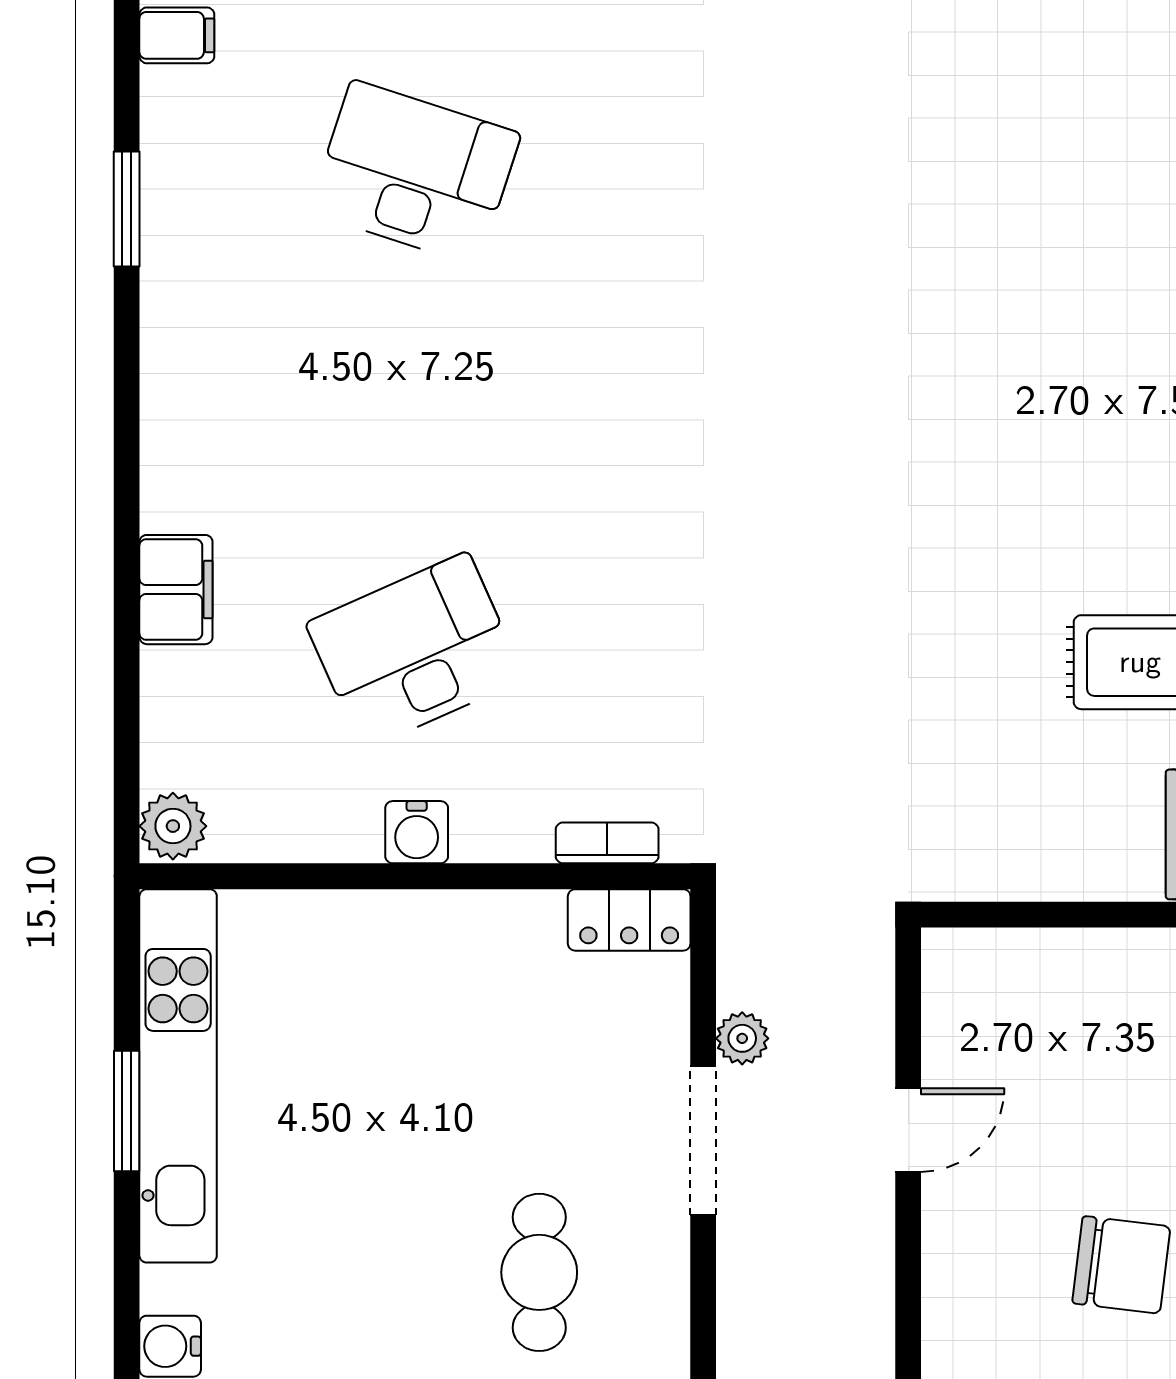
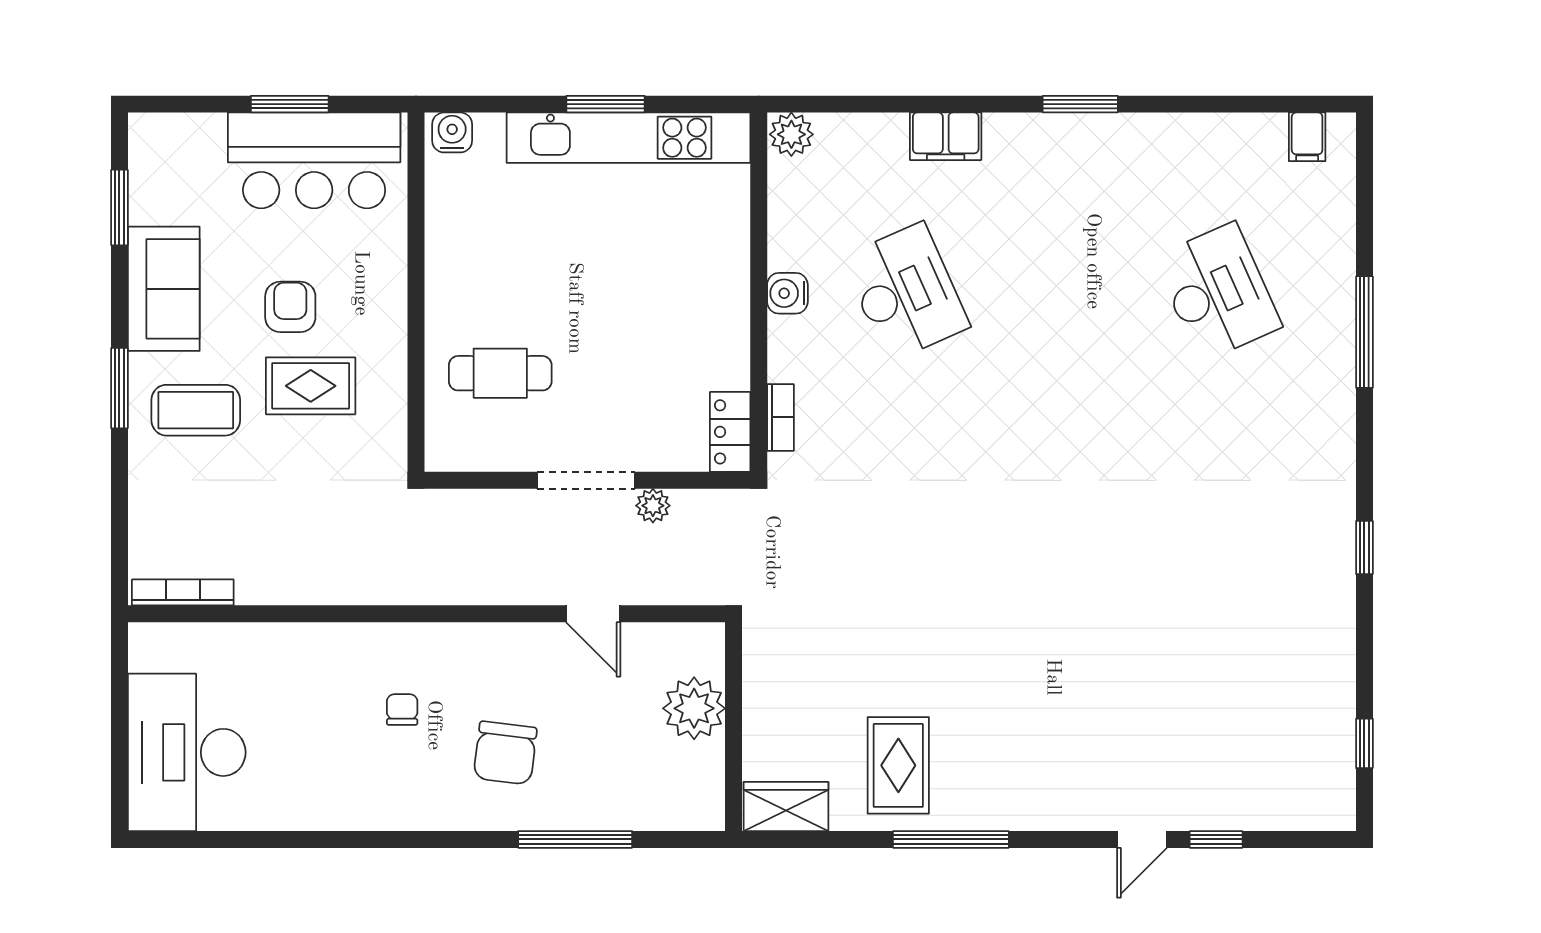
desk: (415, 173) -> (1218, 292), turned -42
window: (127, 209) -> (1080, 104), moved
plant: (1053, 975) -> (694, 708), added

